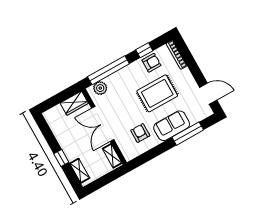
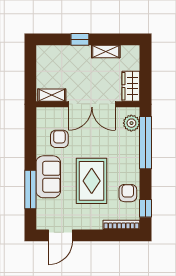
window: (144, 50) -> (145, 208), moved
armchair: (151, 63) -> (128, 193), turned 180
double door: (103, 124) -> (92, 104), swing flipped
armchair: (140, 133) -> (59, 139), turned -90
shelving: (80, 171) -> (106, 52), moved

